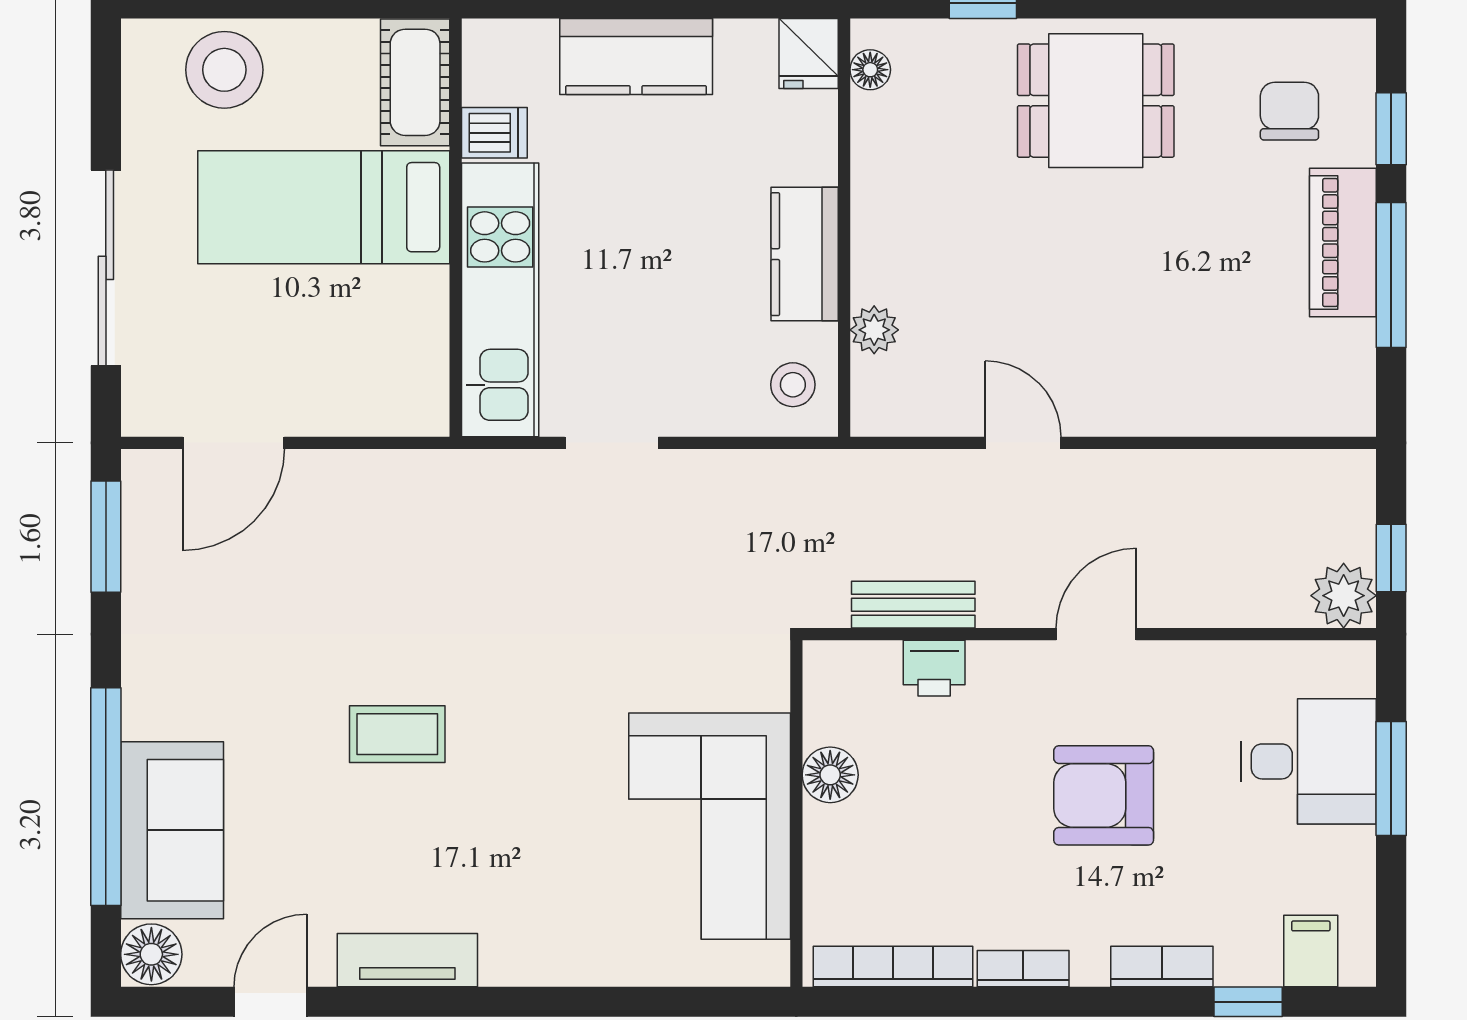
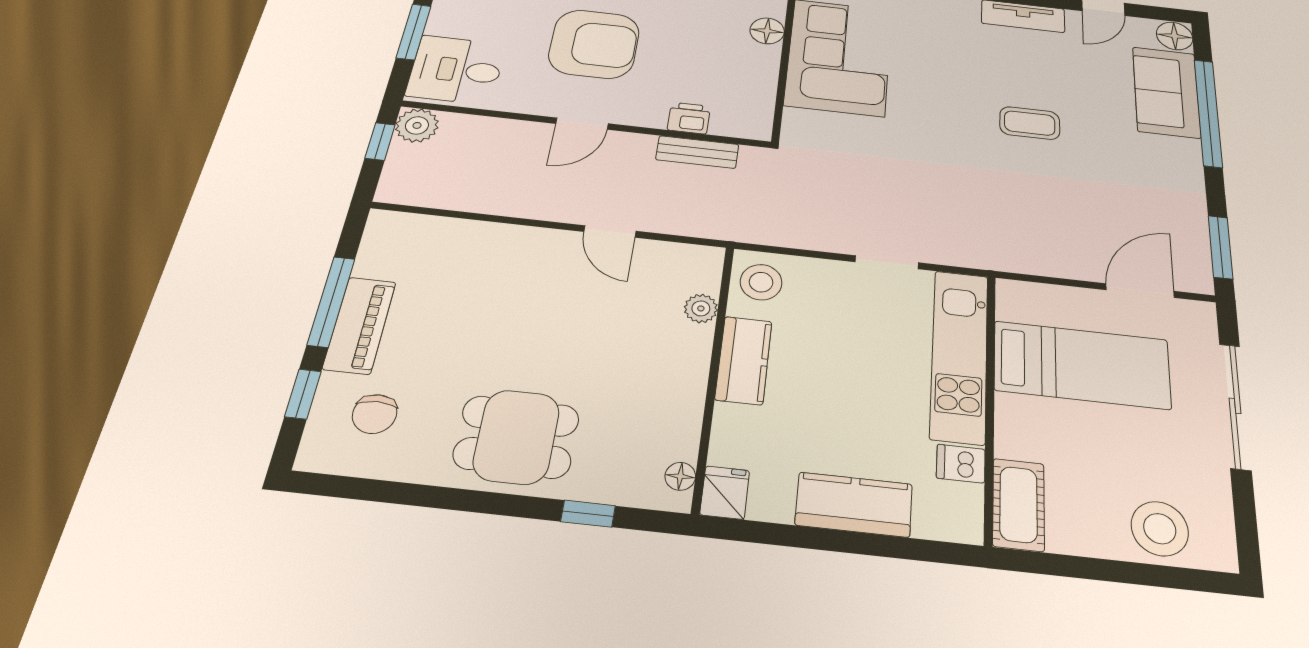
bed: (324, 207) -> (1082, 365), moved
stool: (793, 385) -> (761, 282), width x1.37, depth x1.37
desk: (1308, 761) -> (456, 70), moved
floor lamp: (830, 775) -> (767, 31), moved
armchair: (1104, 795) -> (594, 44), width x1.36, depth x1.36

